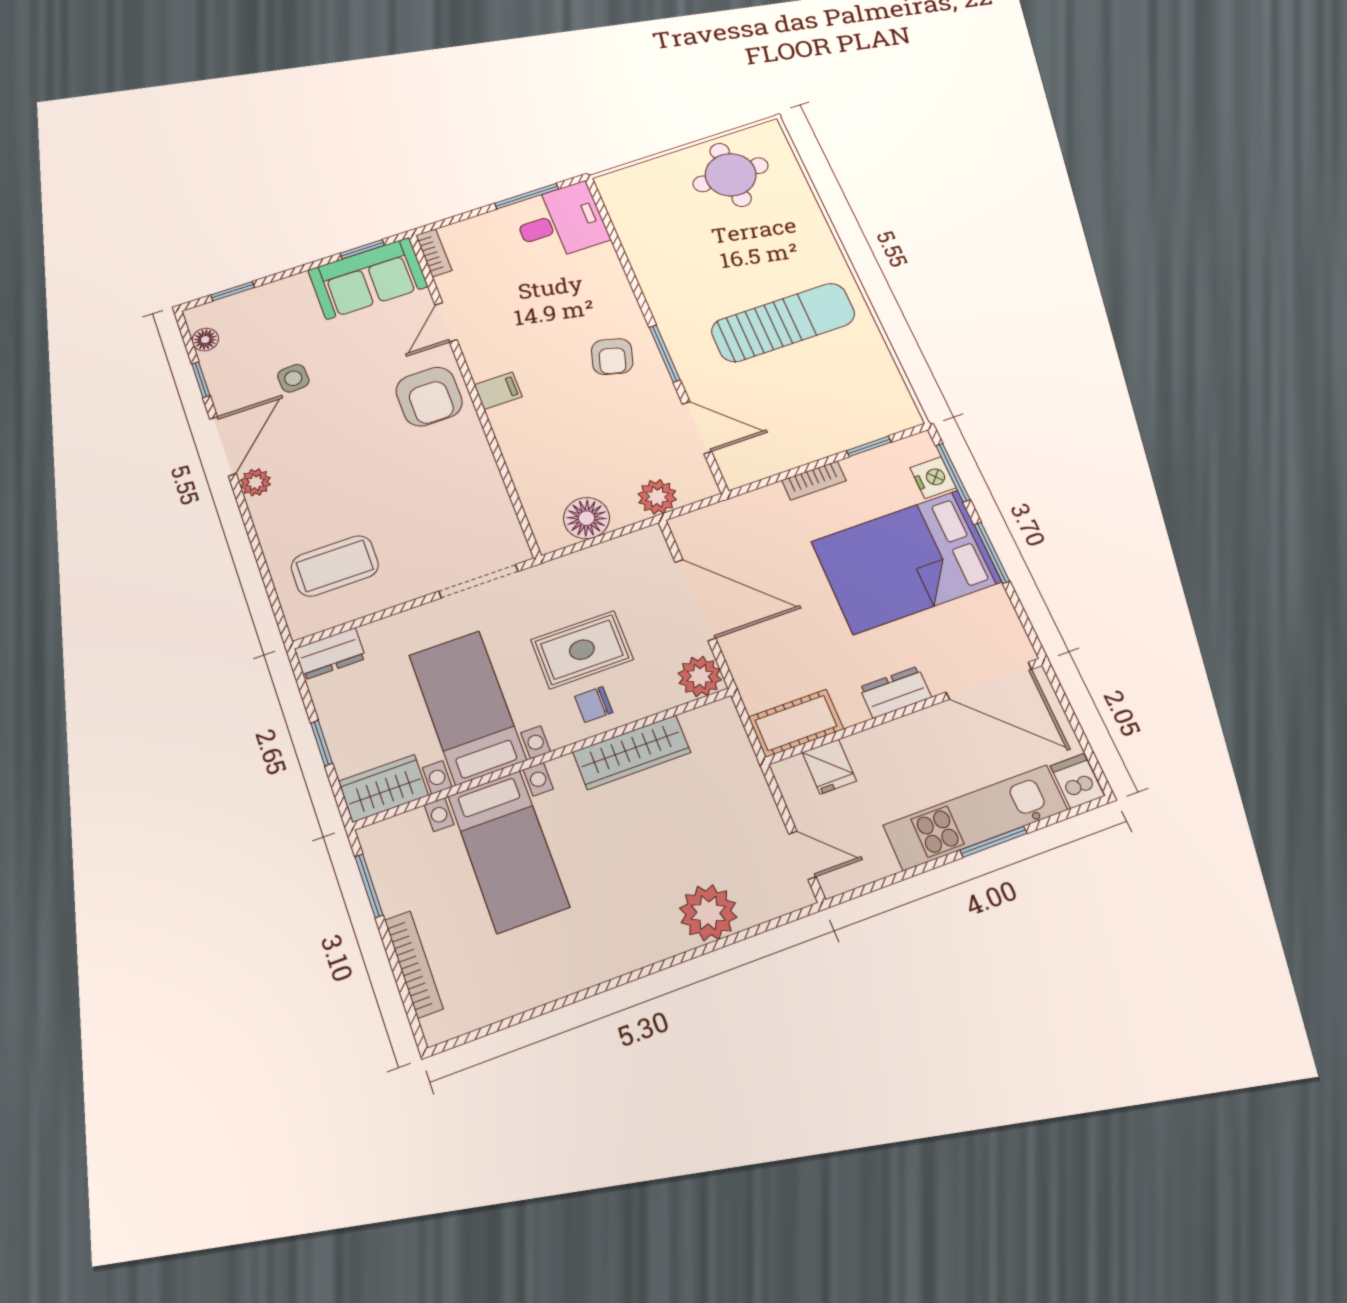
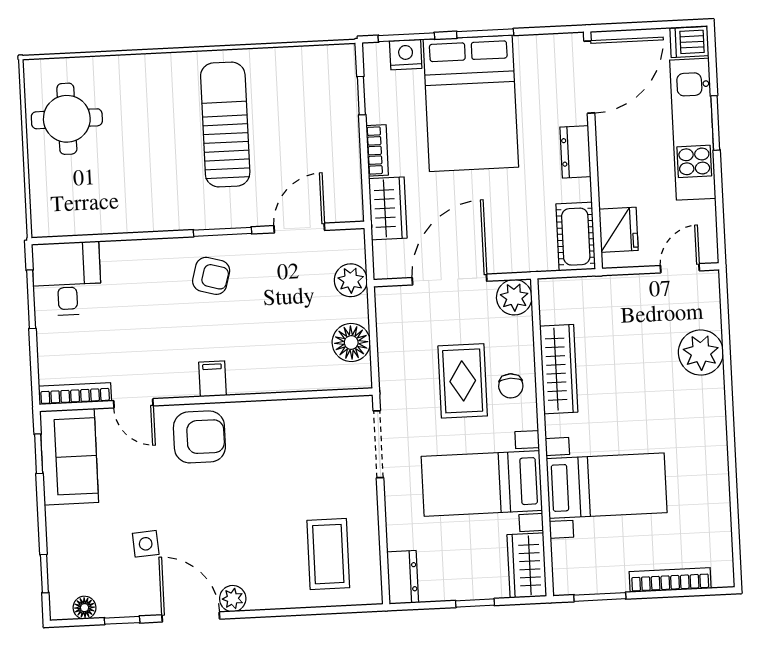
bookcase: (434, 253) -> (75, 394), width x1.56
wardrobe: (753, 511) -> (388, 208), added
fridge: (829, 767) -> (619, 230), width x1.38

